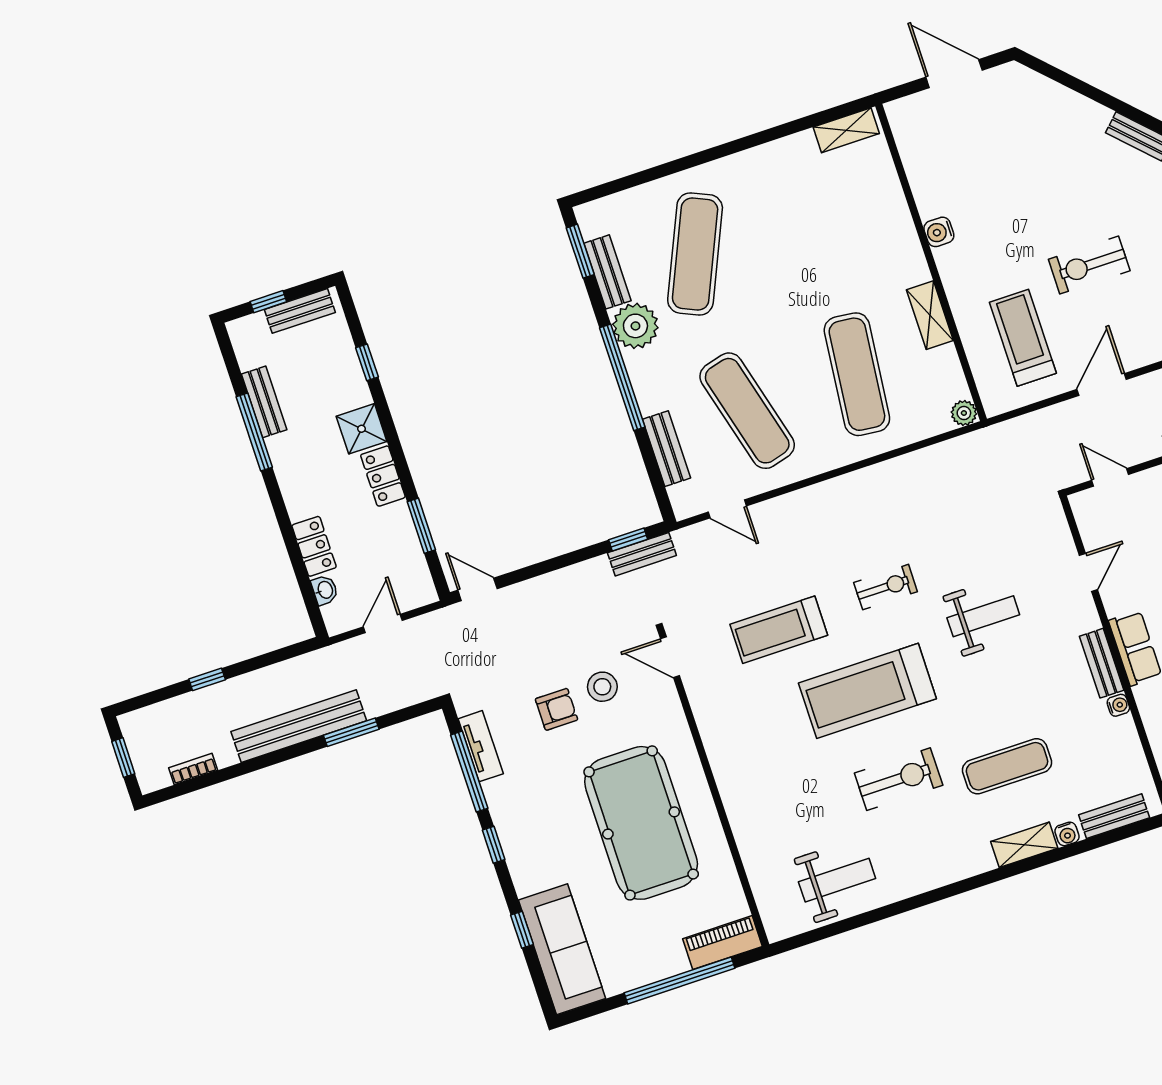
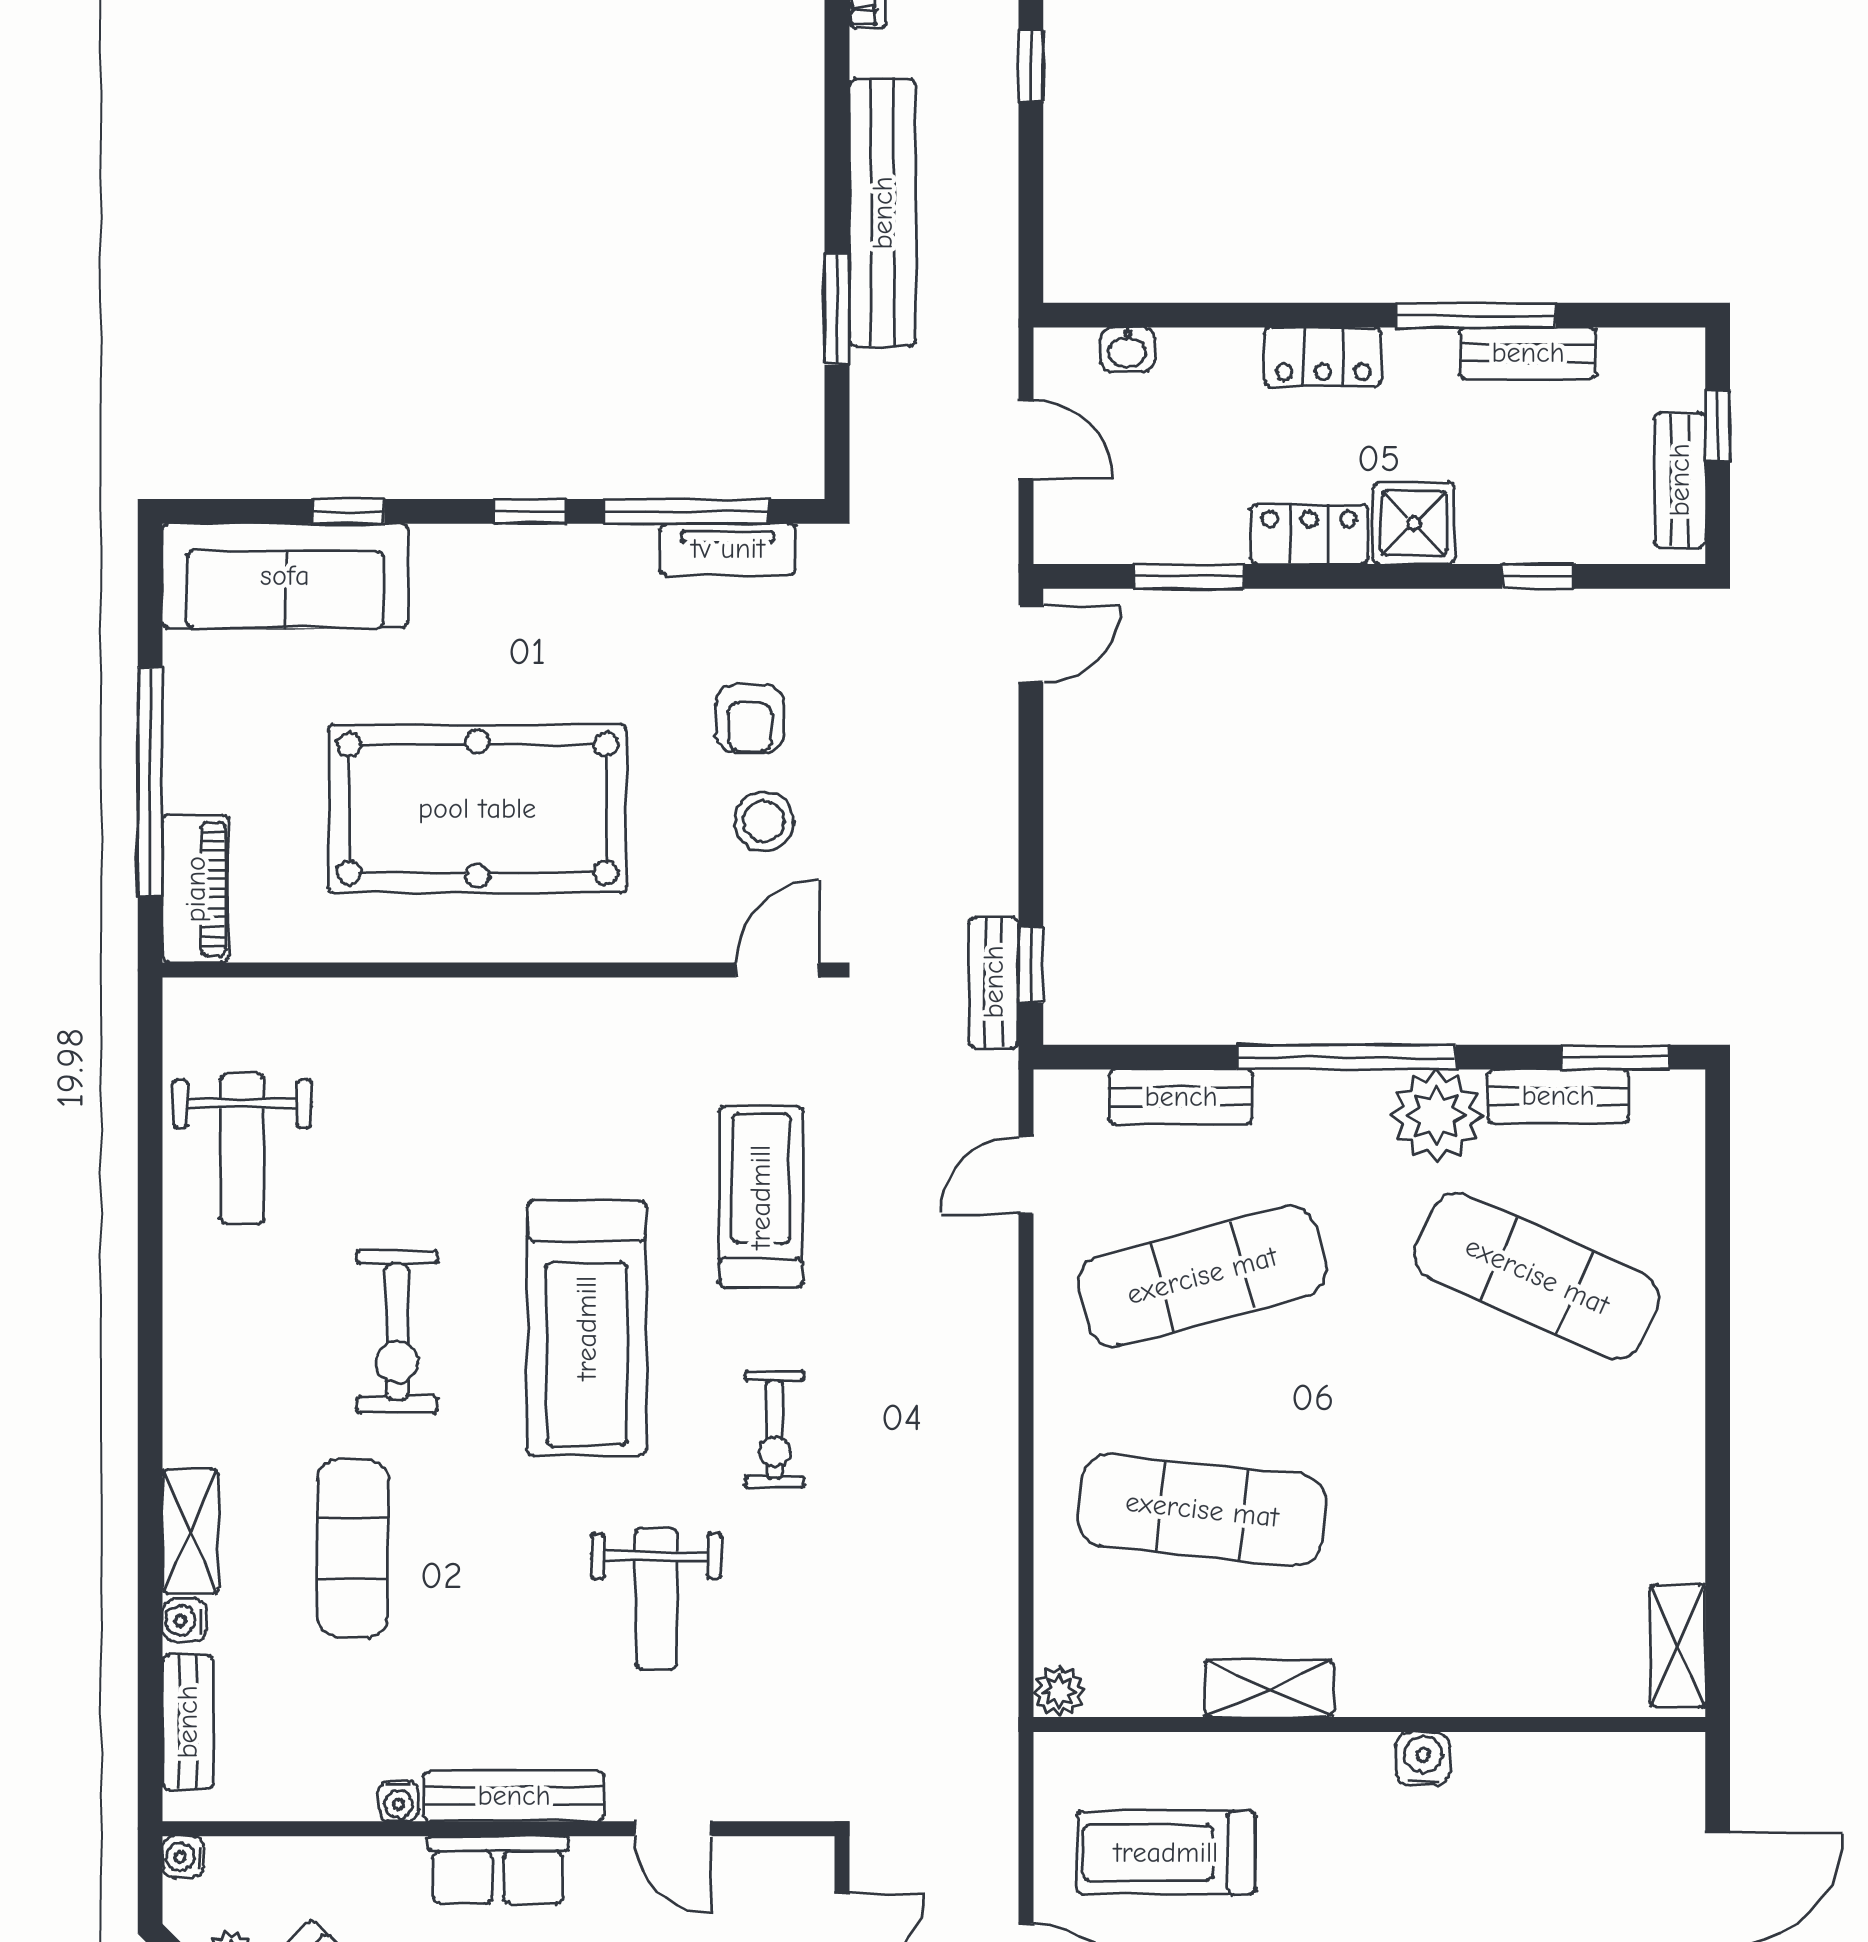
treadmill: (1023, 338) -> (1166, 1853), turned 180
locker: (314, 546) -> (1323, 357), moved
bench: (1102, 663) -> (514, 1796), width x1.36
treadmill: (867, 691) -> (587, 1328), turned 180

